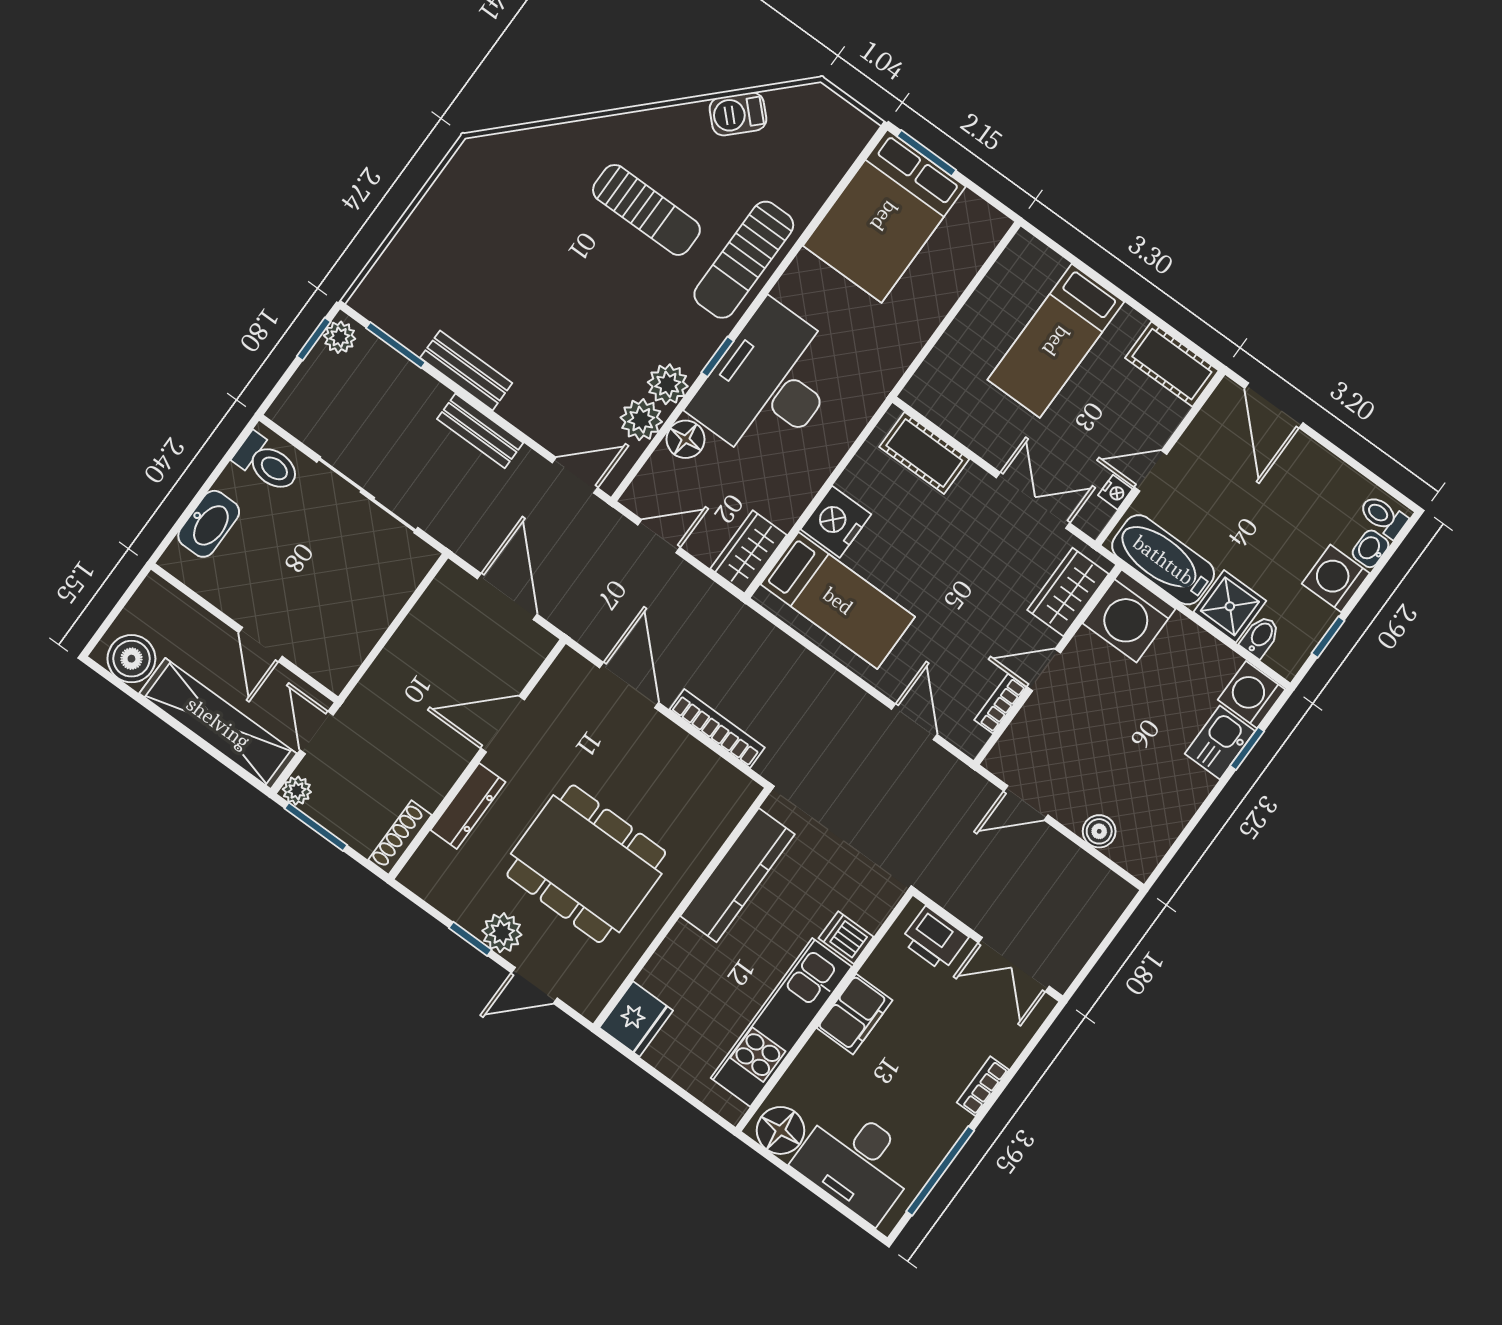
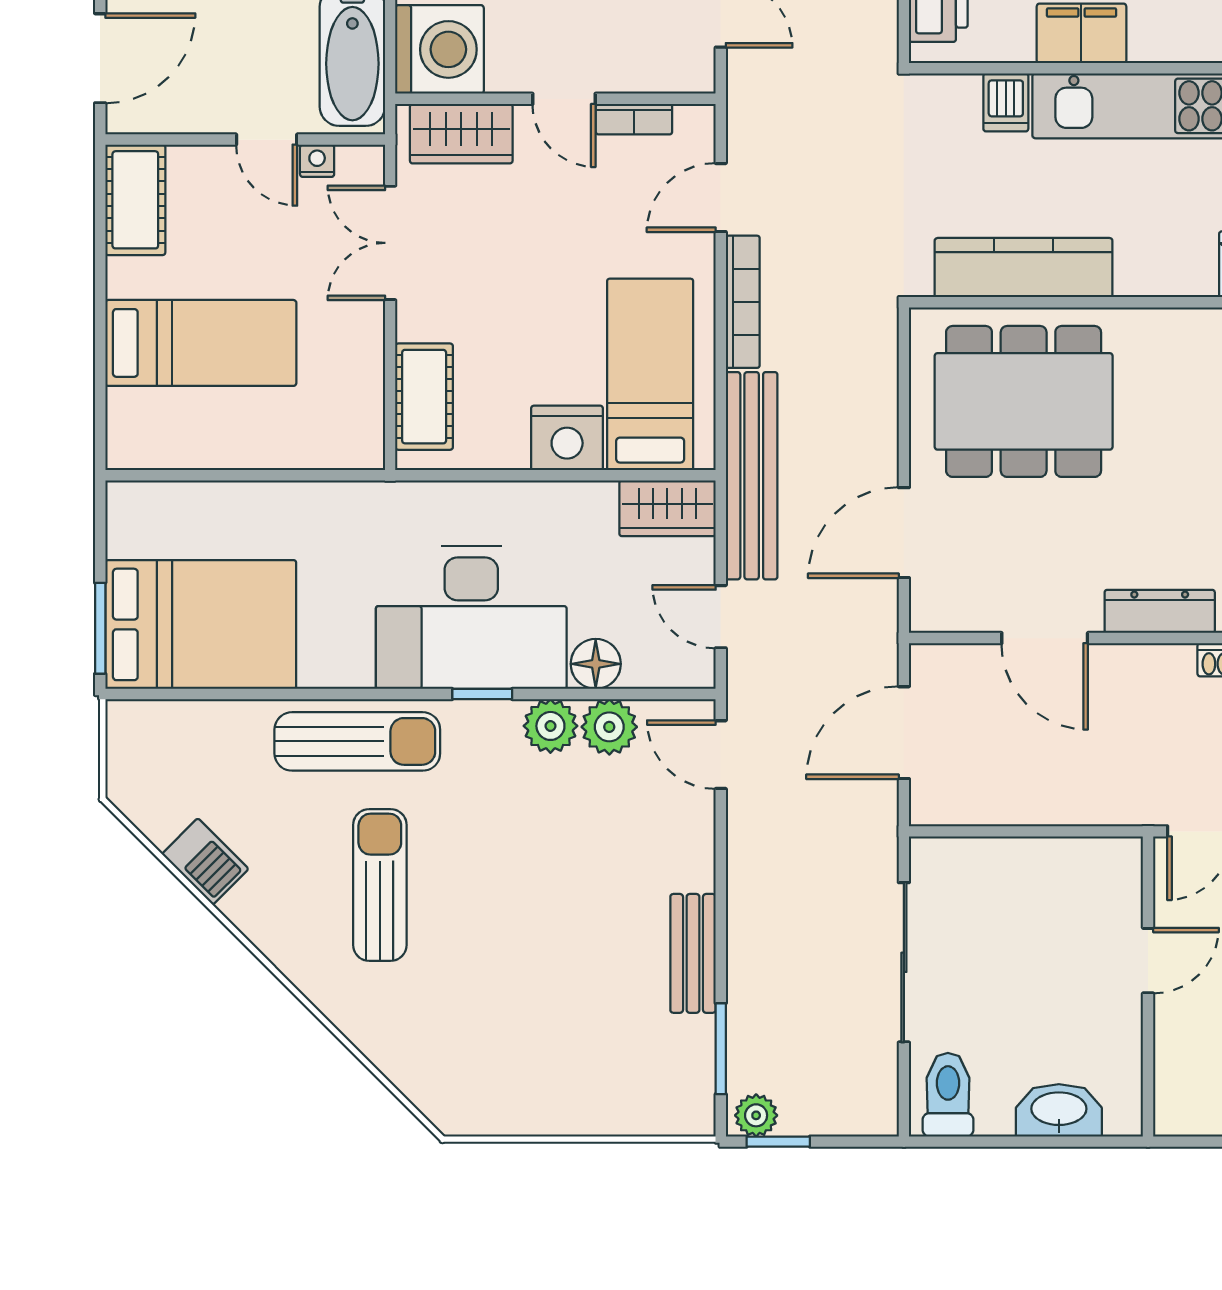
bench: (480, 431) -> (752, 476), moved, width x1.86, depth x1.21
bookcase: (717, 728) -> (743, 302), moved, turned 180
dining table: (586, 864) -> (1024, 401), moved, turned 90

